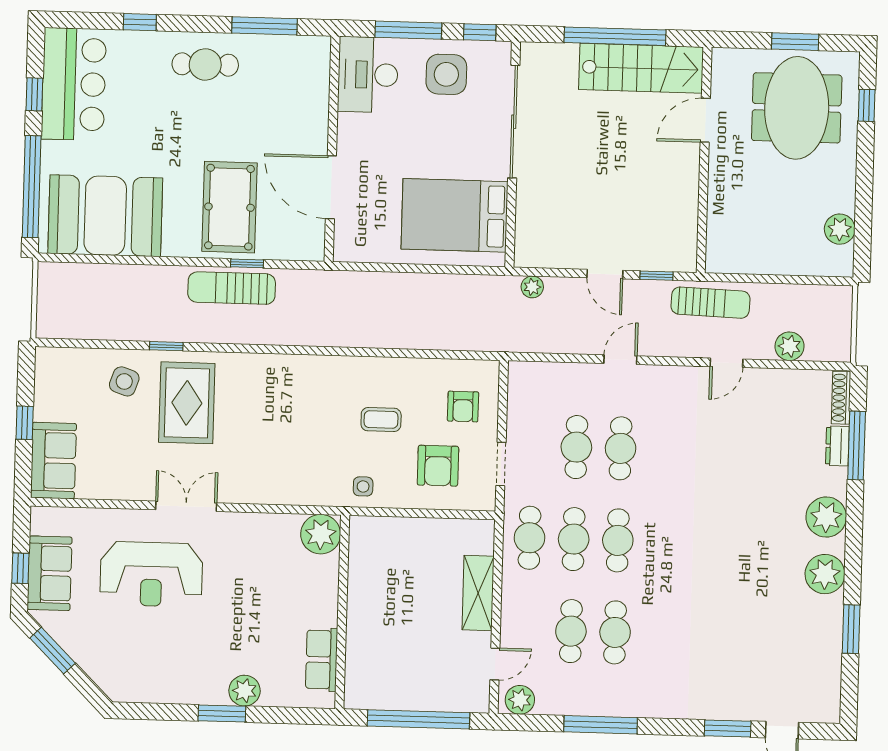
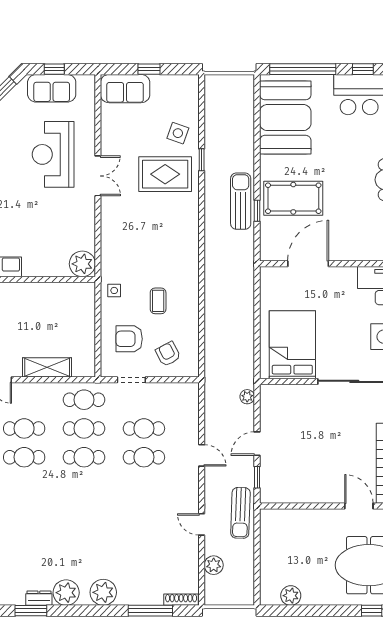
armchair: (463, 407) -> (168, 354), turned 62
dresser: (837, 446) -> (39, 598), moved

